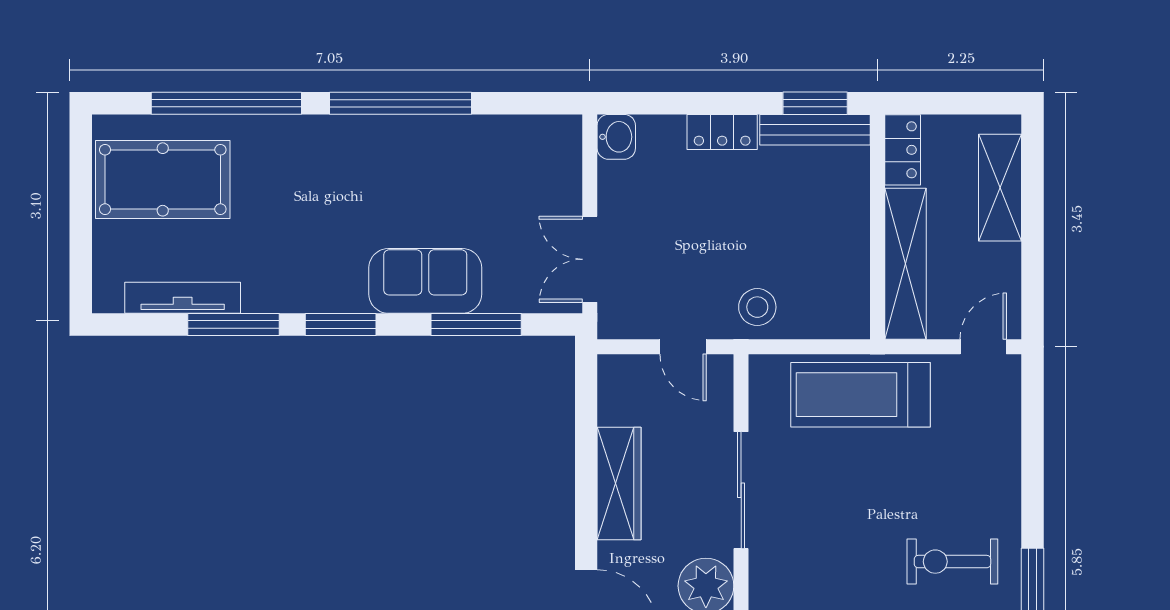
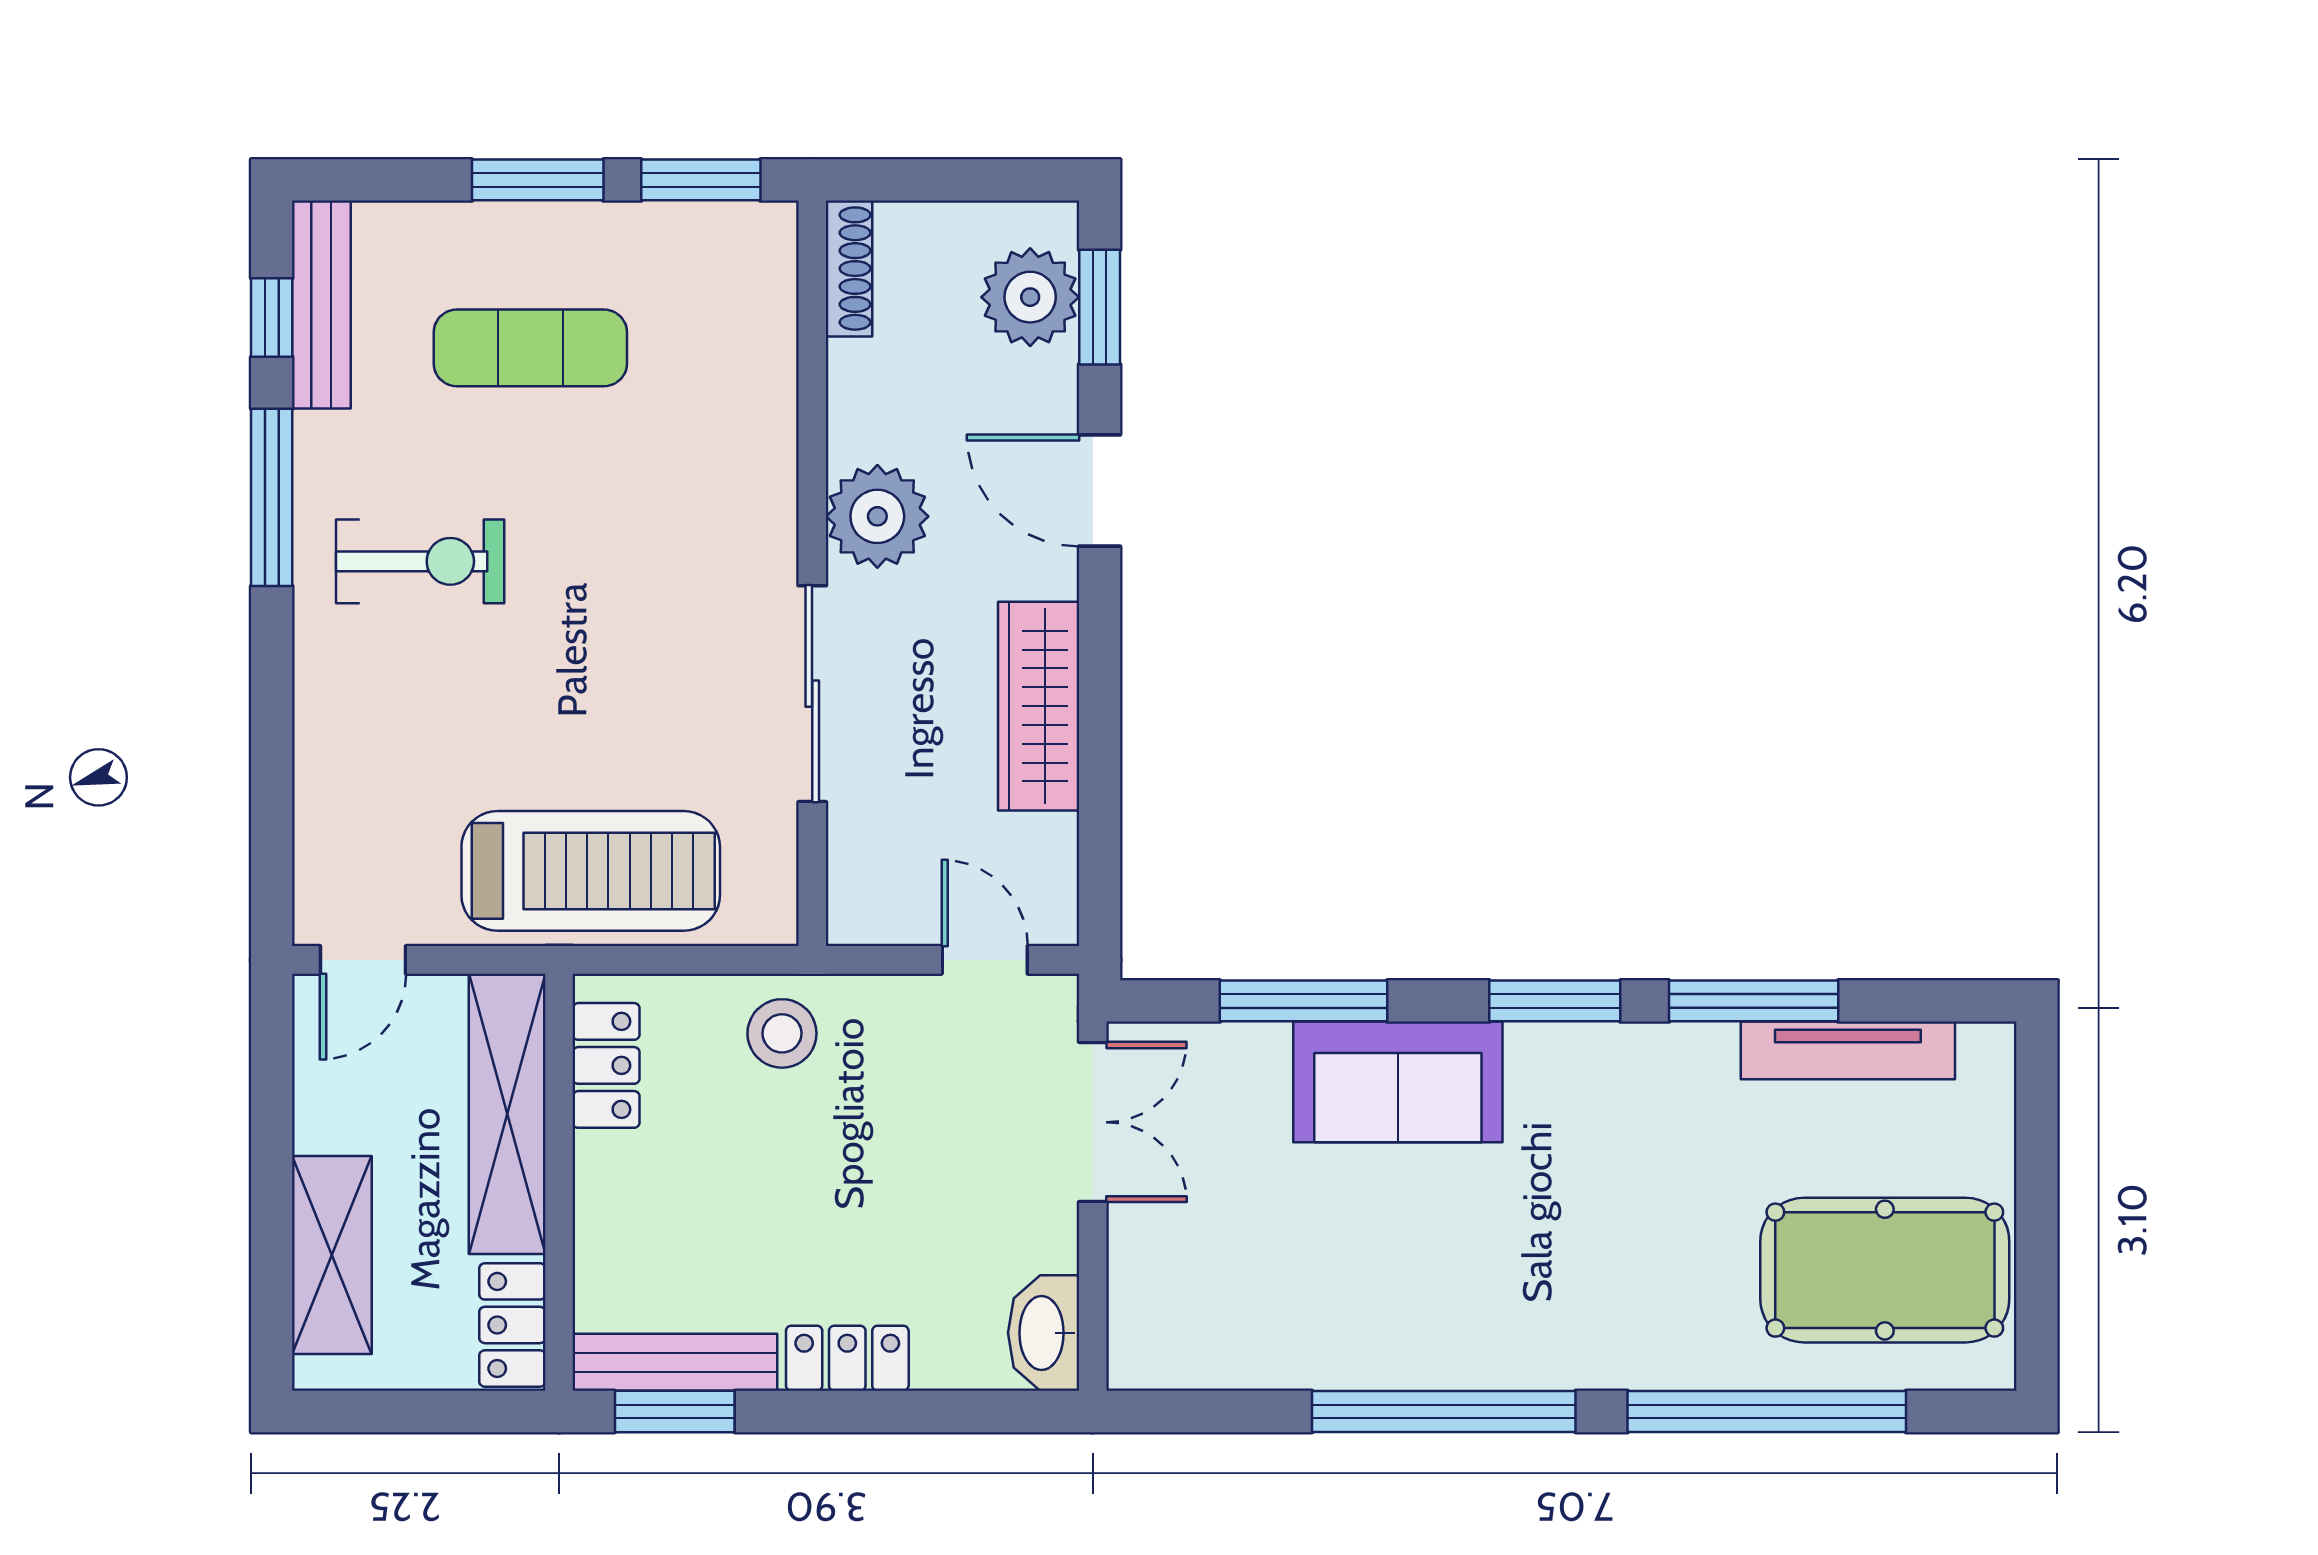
washbasin: (616, 137) -> (1044, 1333), width x1.38
locker: (852, 290) -> (606, 1065), added
door: (683, 347) -> (985, 960), moved

